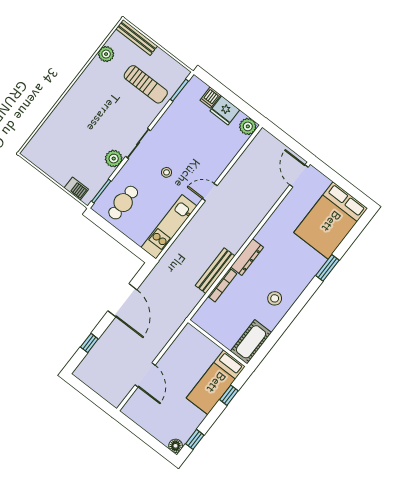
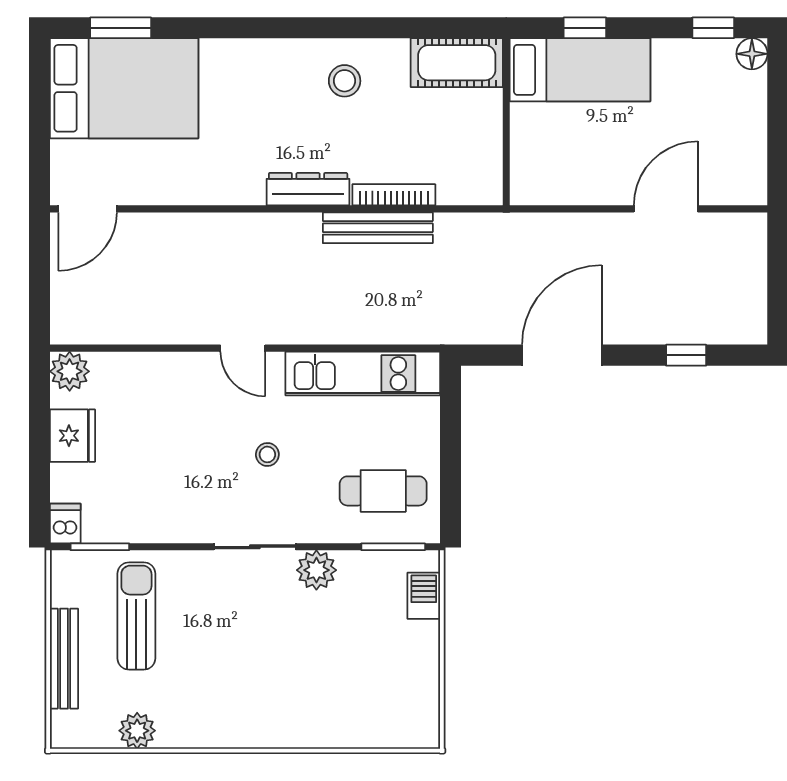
bench: (137, 37) -> (64, 659), moved
dishwasher: (210, 98) -> (65, 523), moved, turned -90
window: (327, 268) -> (121, 28), moved

